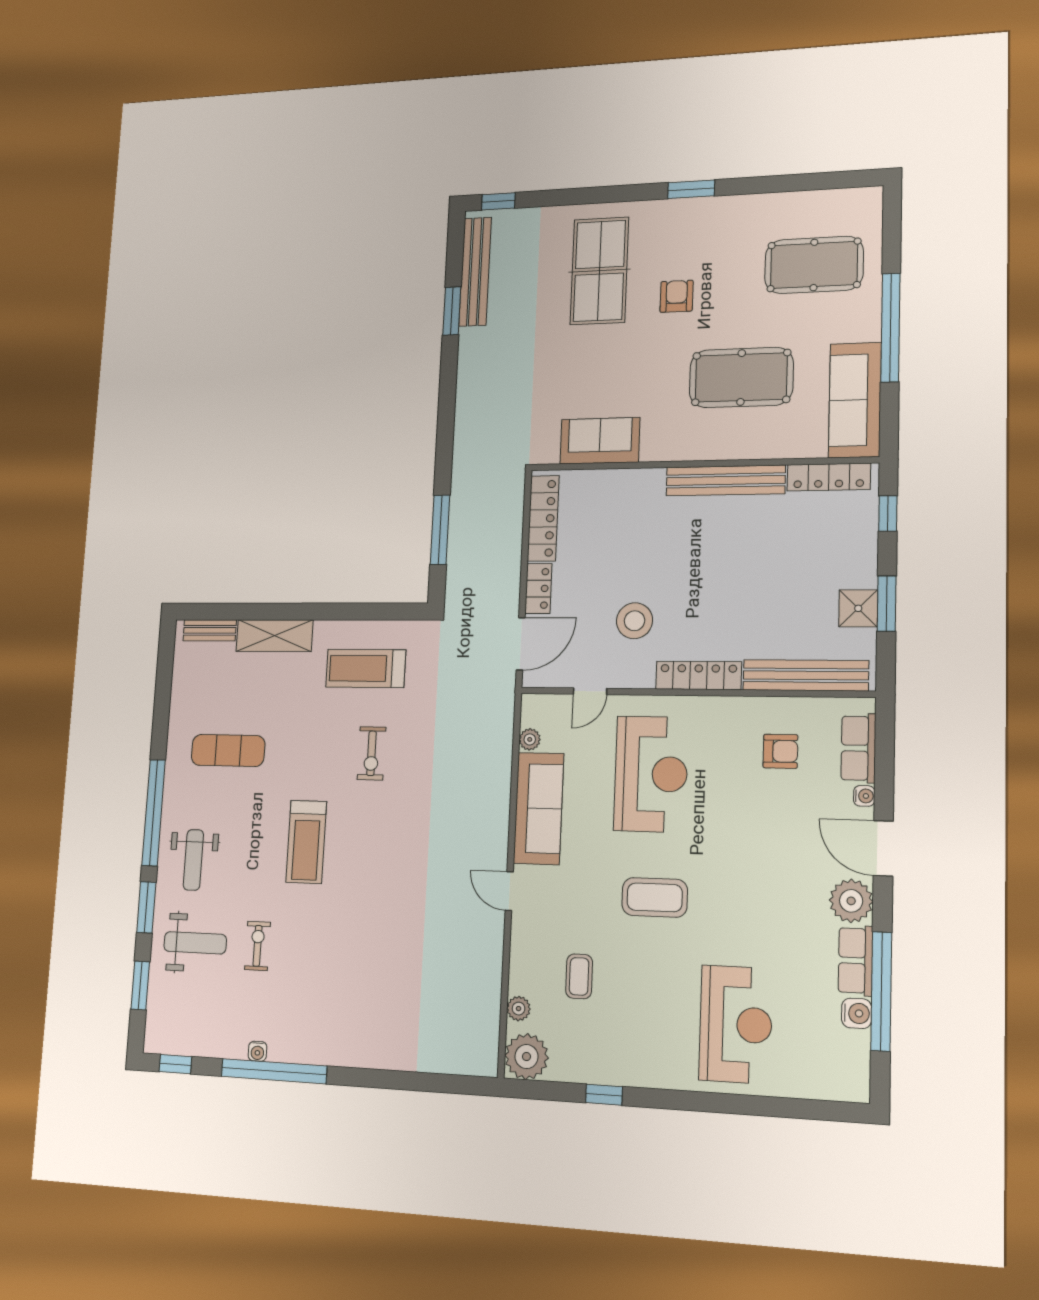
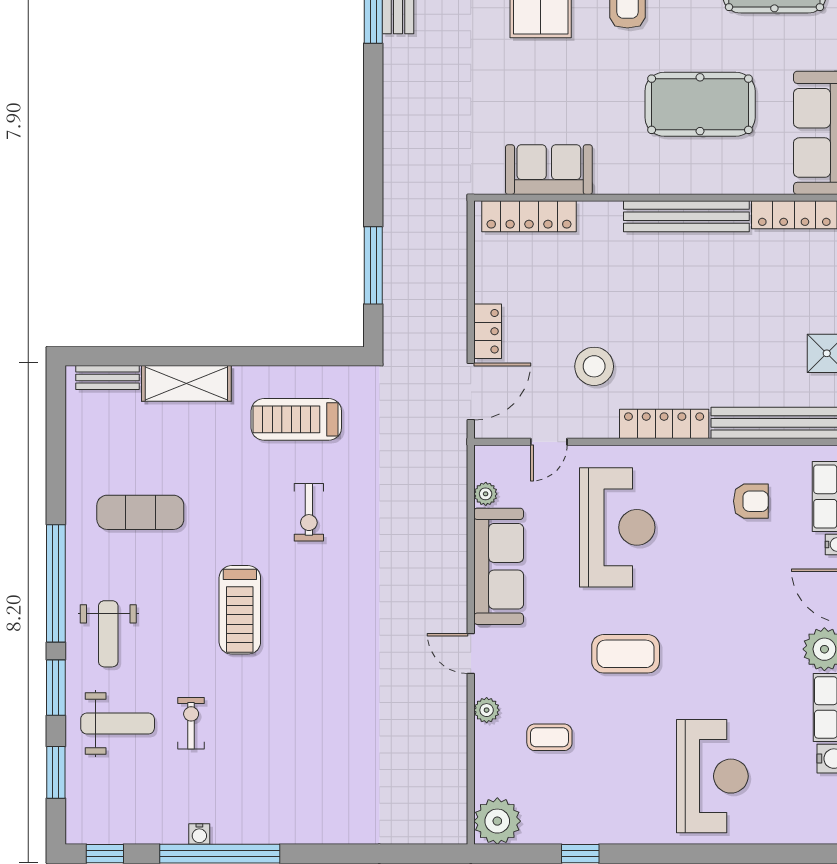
locker: (543, 518) -> (529, 216), moved, turned 90
coffee table: (579, 976) -> (549, 737), turned 90
plant: (519, 1009) -> (487, 710), moved

